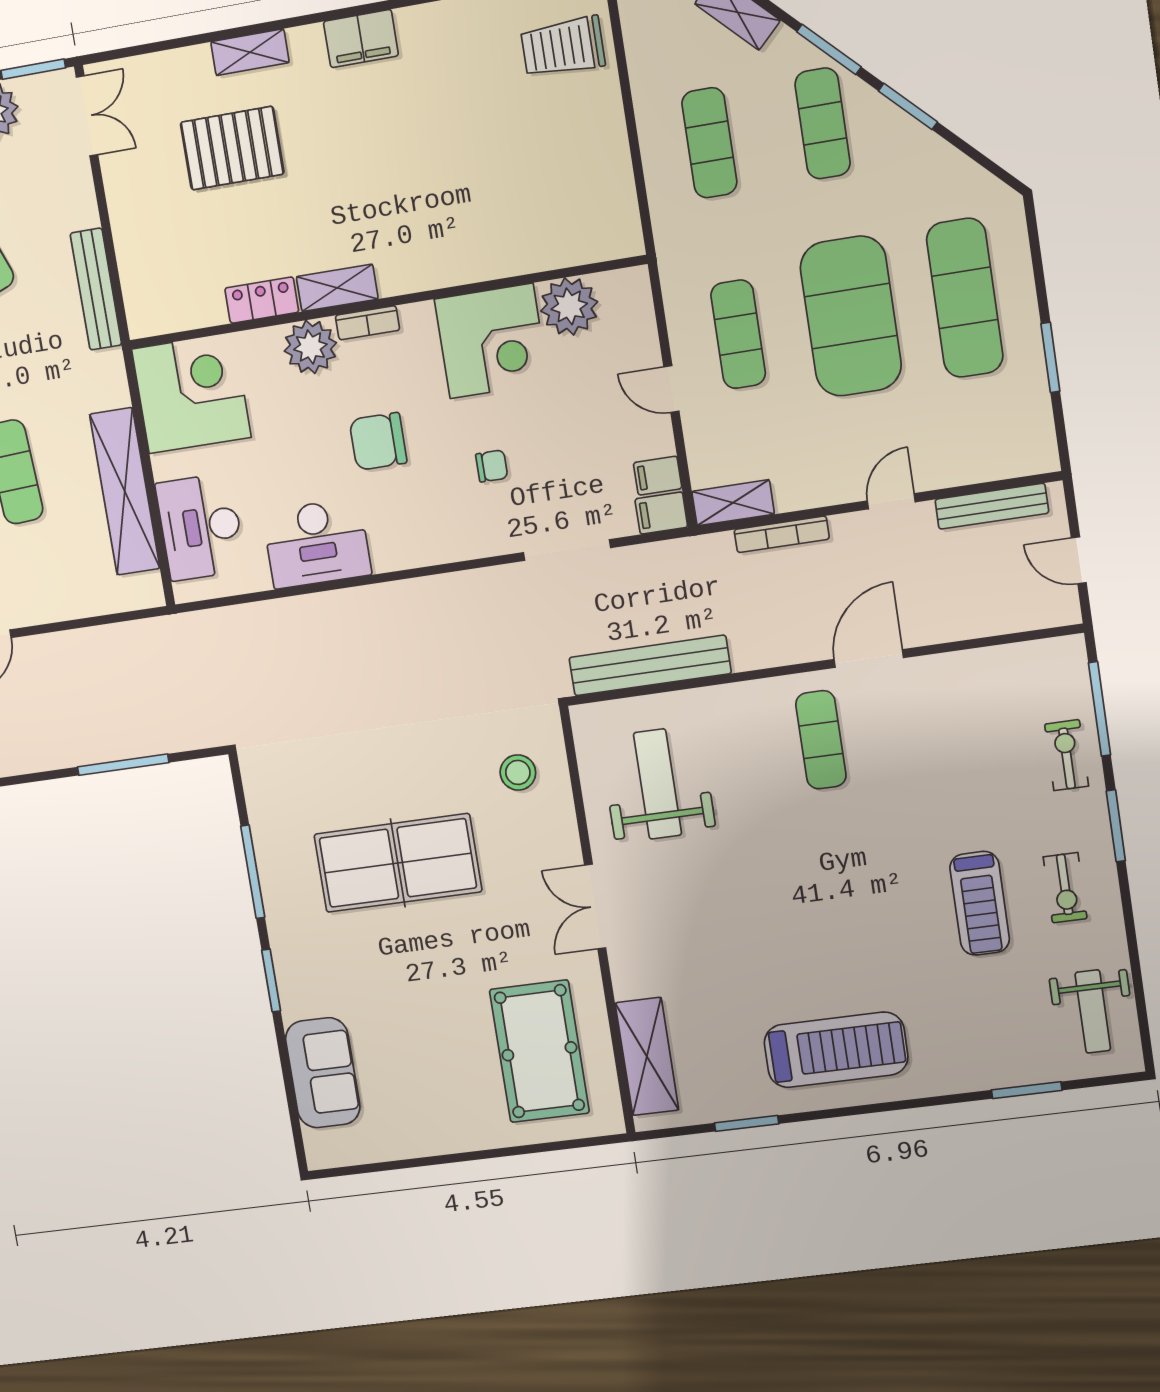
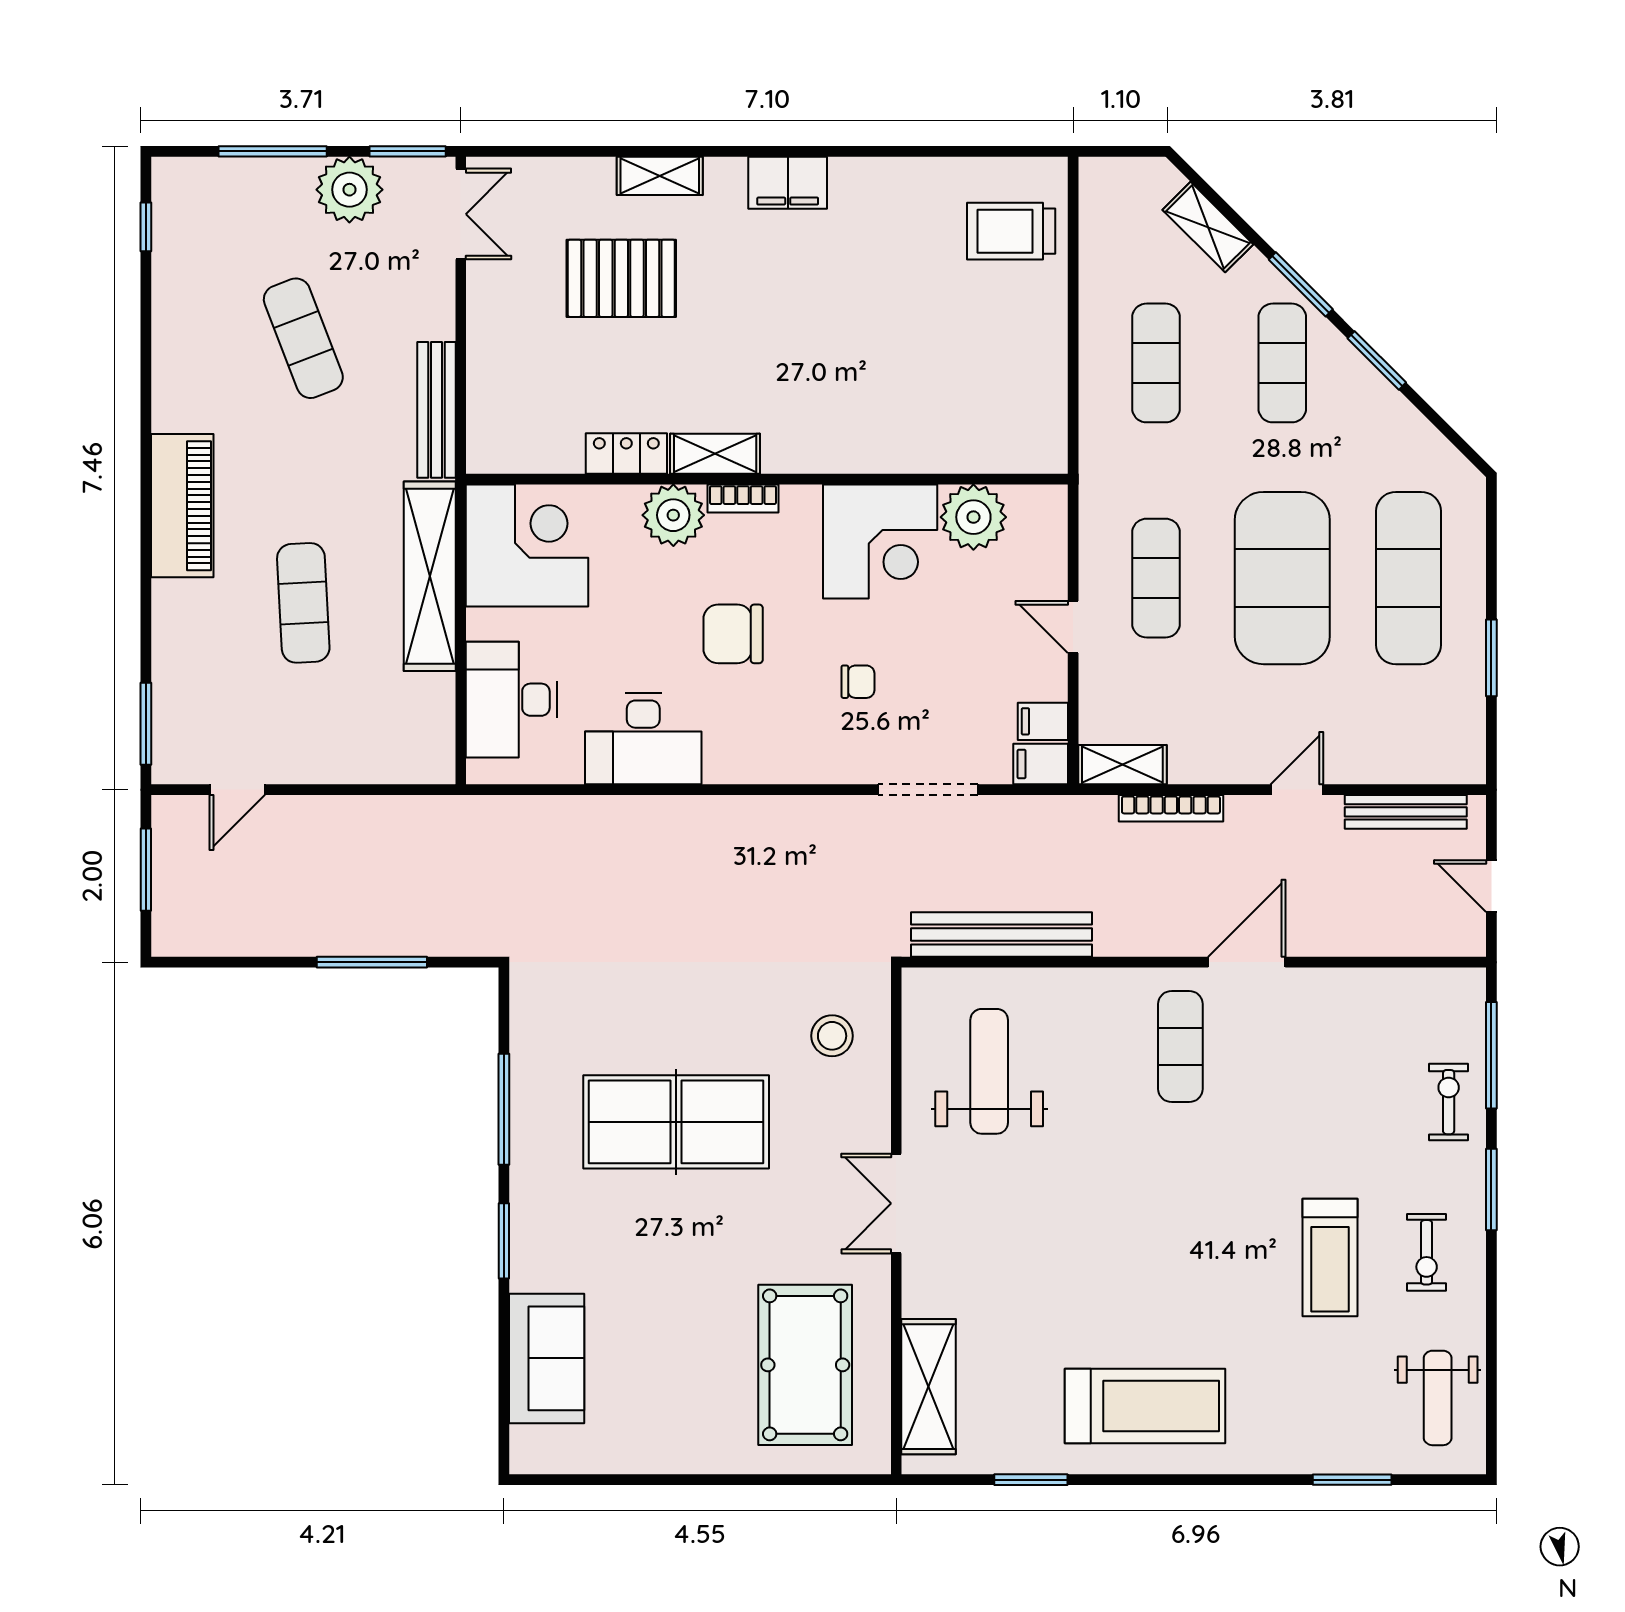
shelving: (125, 491) -> (430, 576), moved

